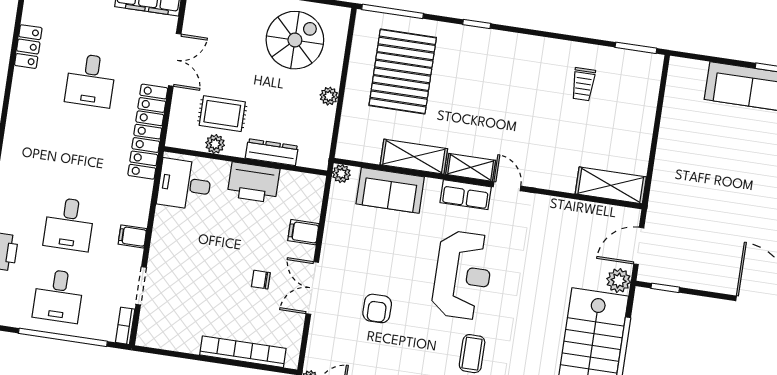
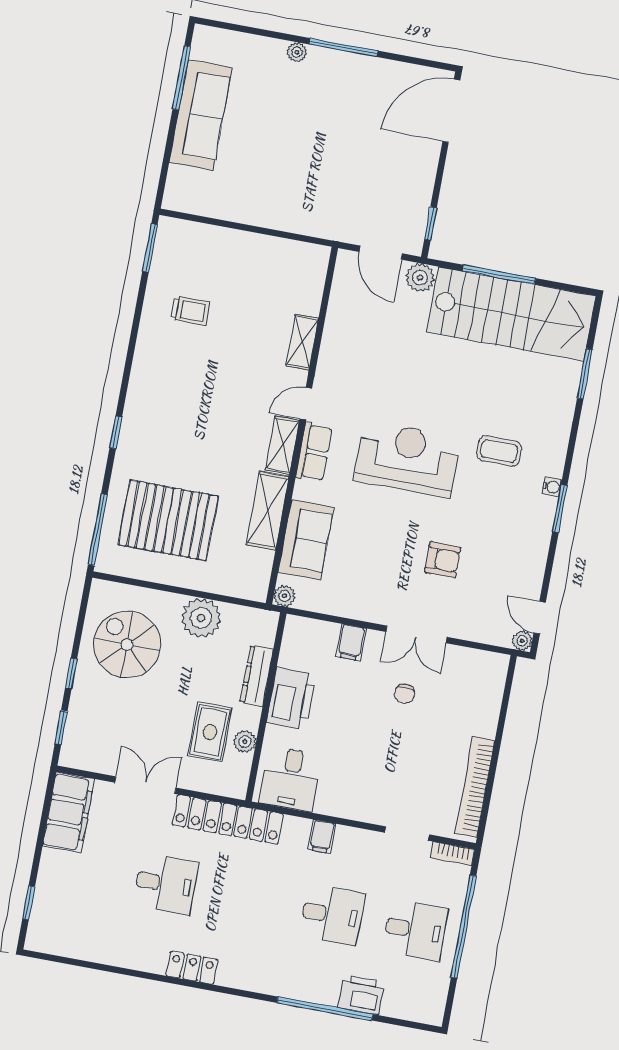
locker: (28, 47) -> (192, 968), moved
plant: (329, 96) -> (201, 618), width x1.88, depth x1.88
shelving: (611, 185) -> (302, 342), moved, width x0.67, depth x0.75
filing cabinet: (132, 236) -> (322, 836), moved
bookcase: (243, 352) -> (475, 787), moved

